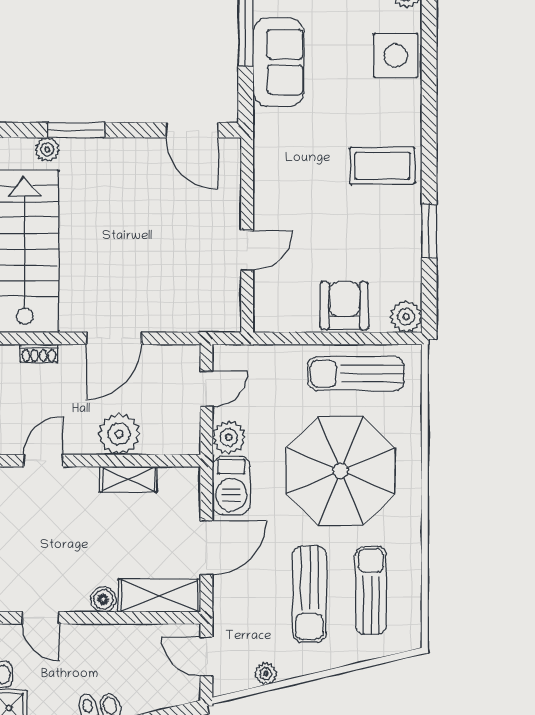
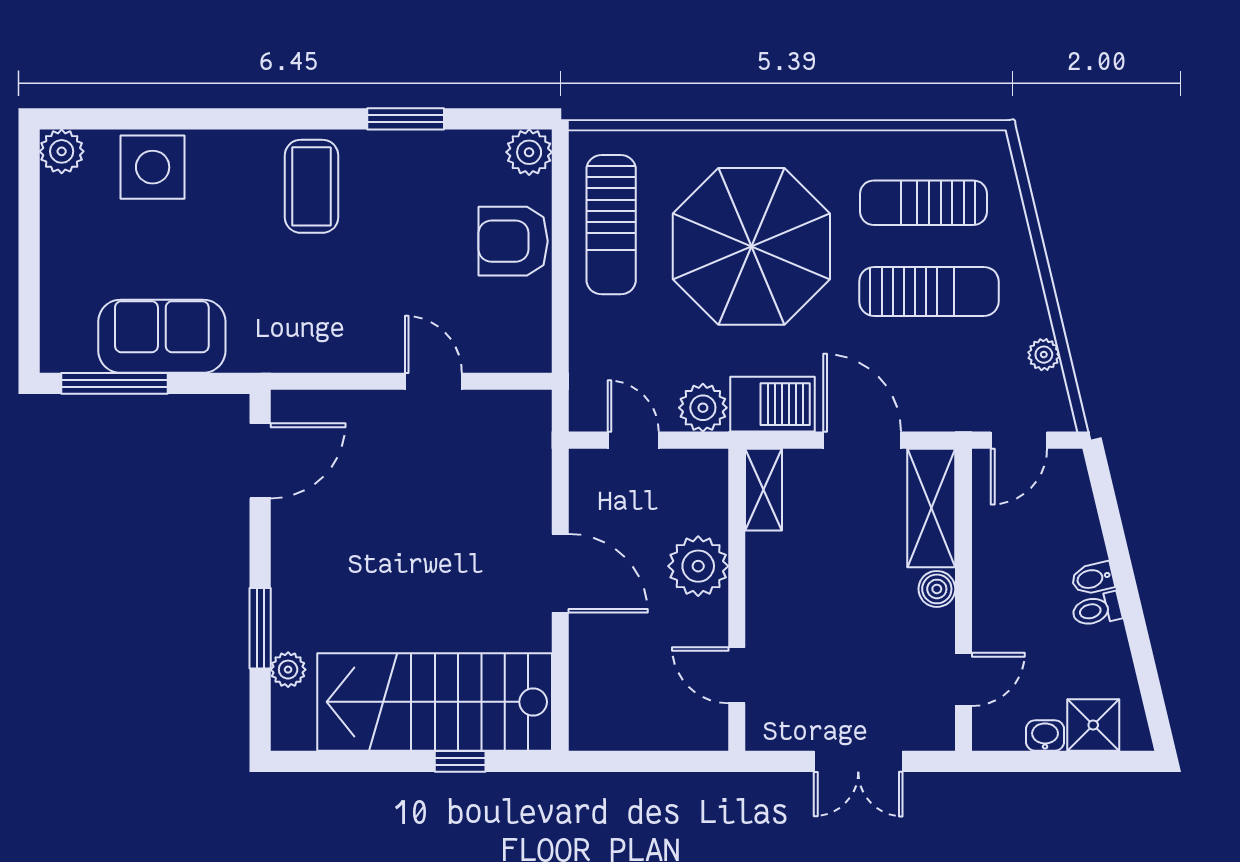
shoe rack: (39, 353) -> (582, 682), removed
shelving: (128, 479) -> (764, 490), moved

